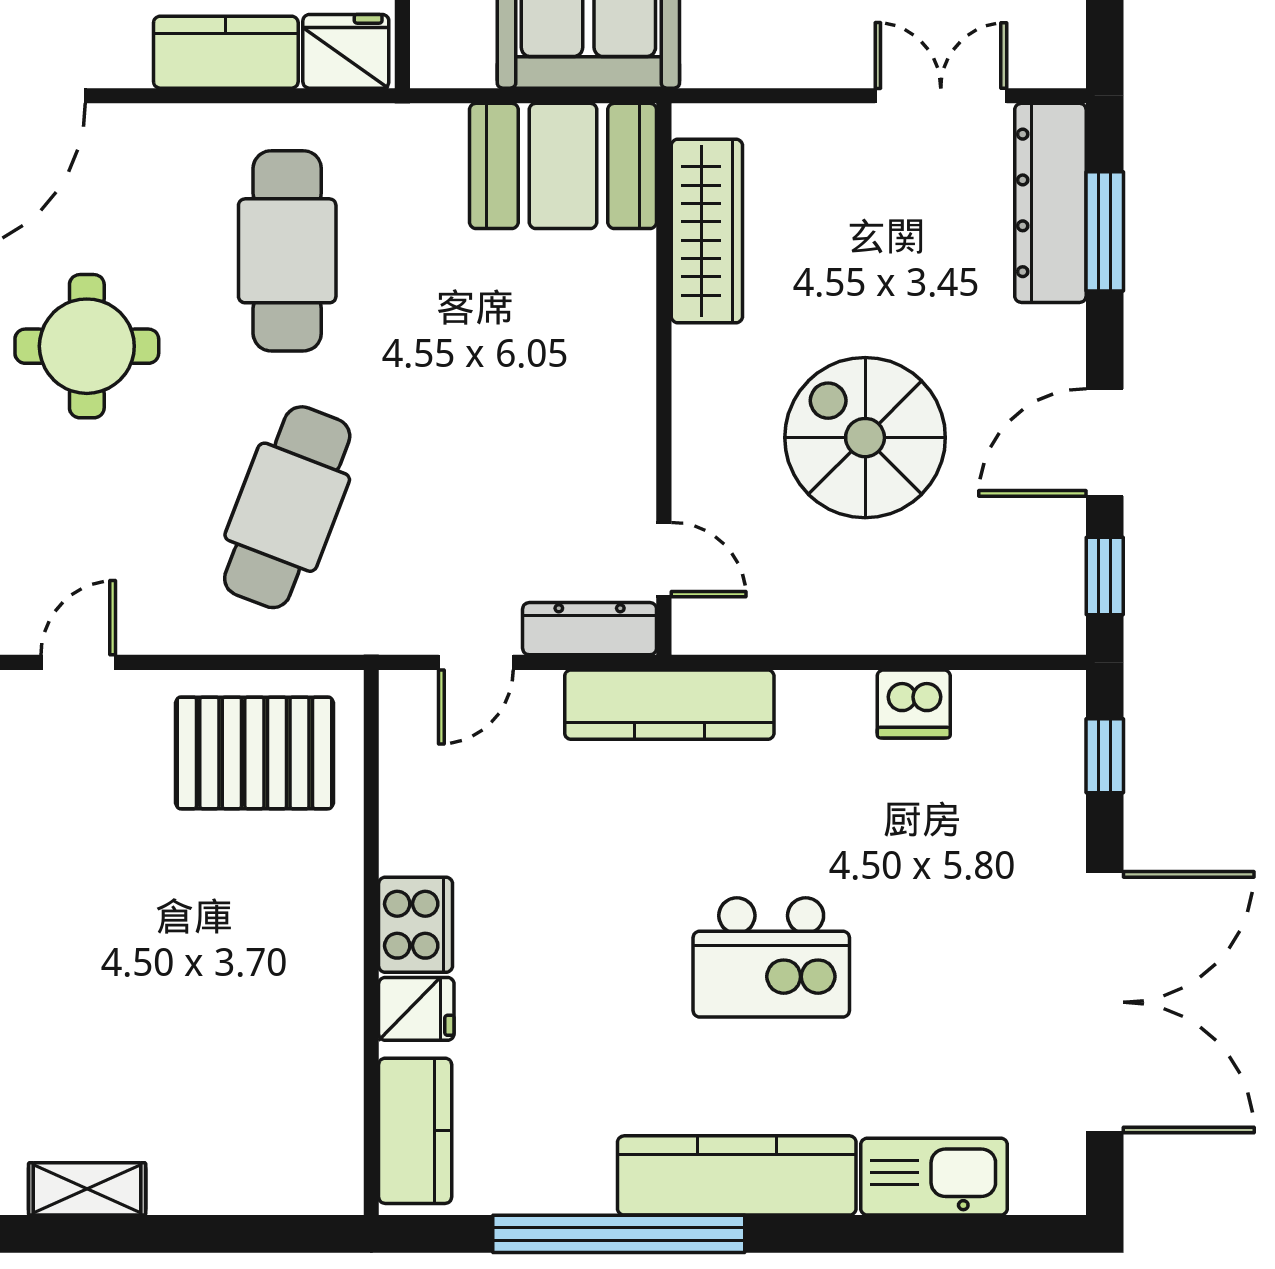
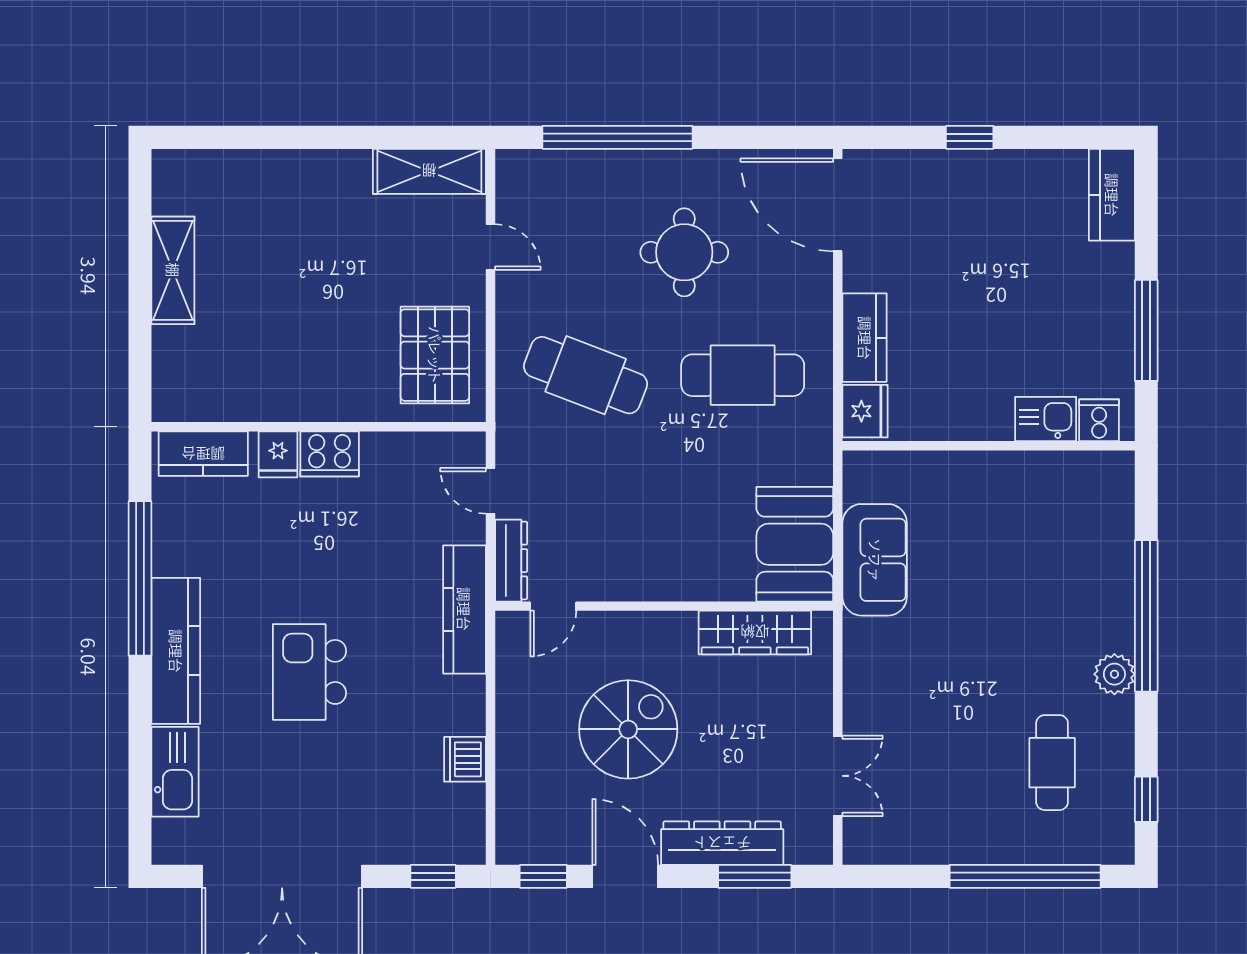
dresser: (1050, 203) -> (722, 843), moved
shelving: (87, 1189) -> (173, 270), width x1.50, depth x1.33

